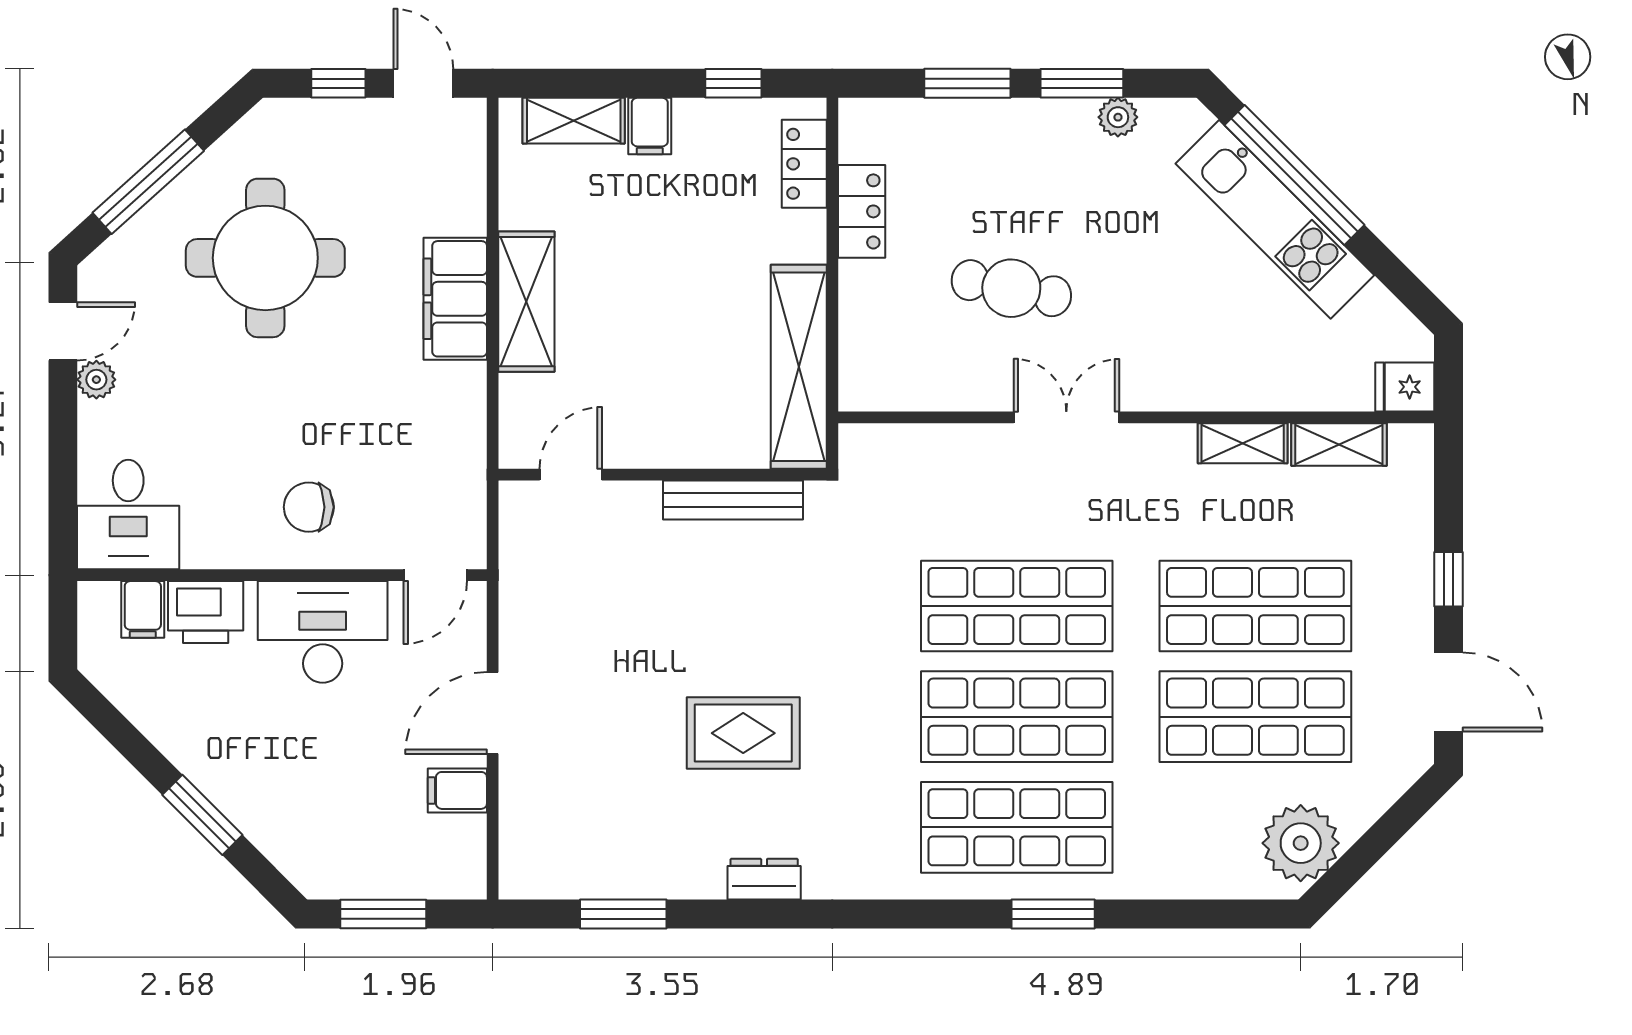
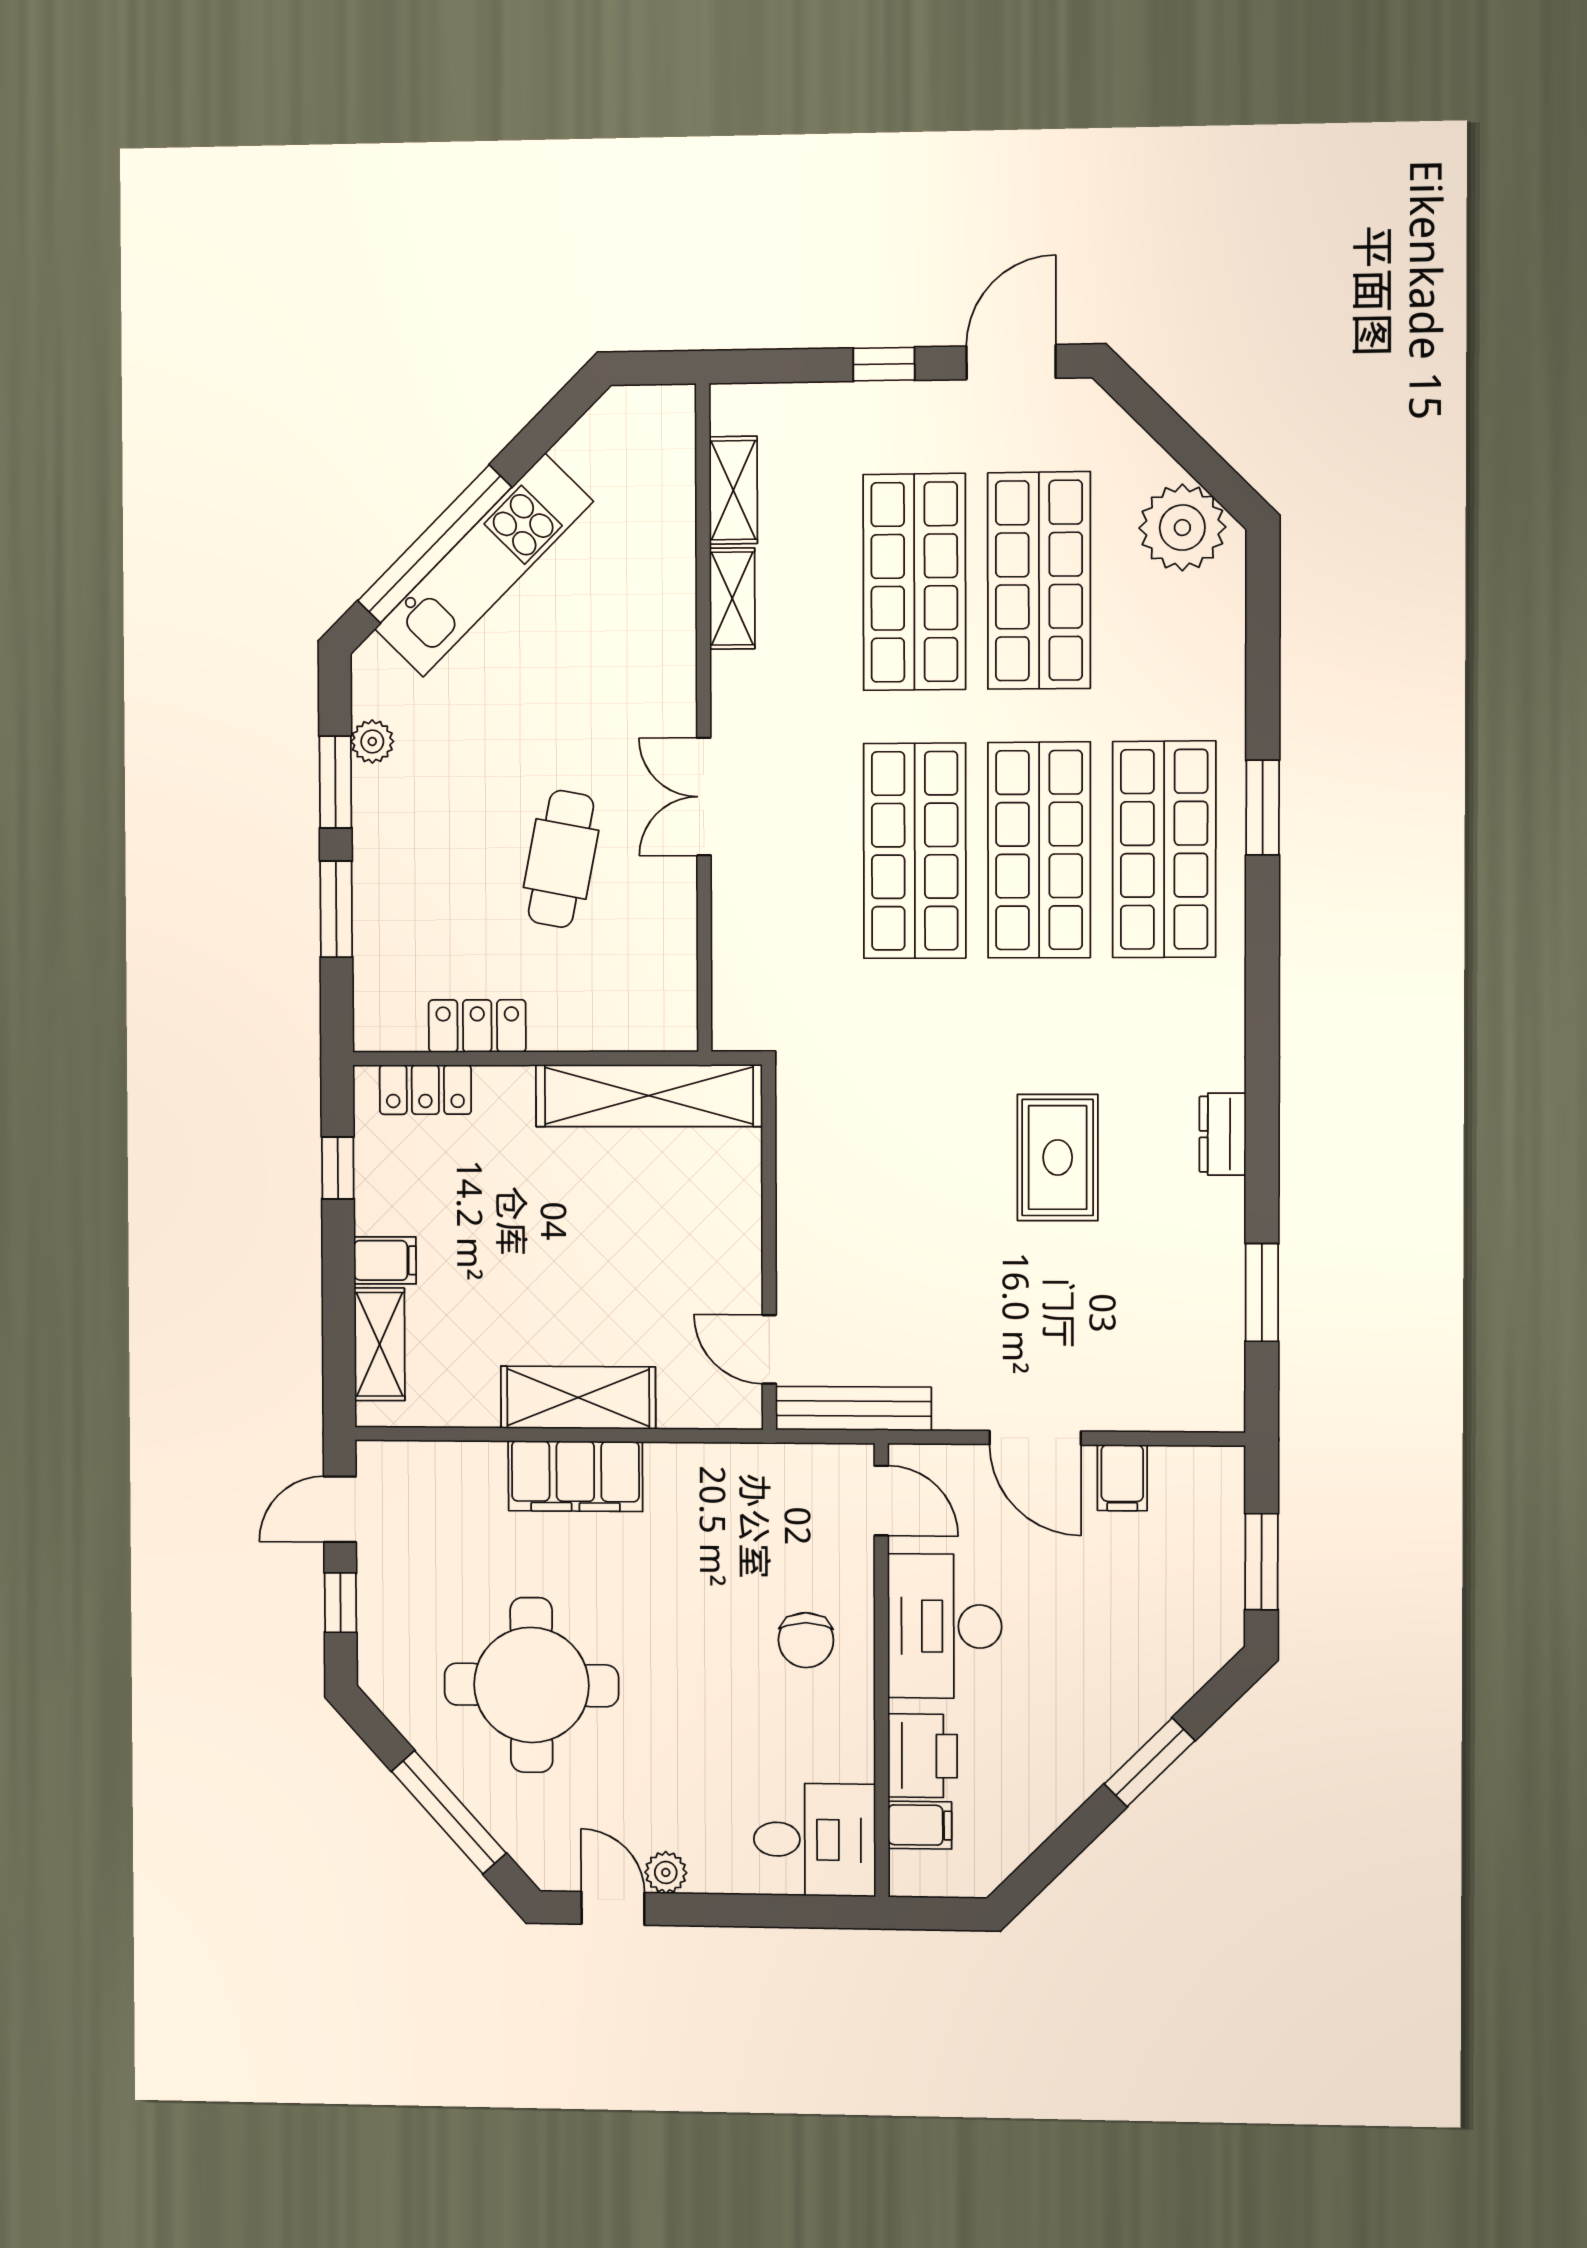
fridge: (1405, 387) -> (669, 417), removed
bench: (733, 500) -> (853, 1409), moved, turned 90

